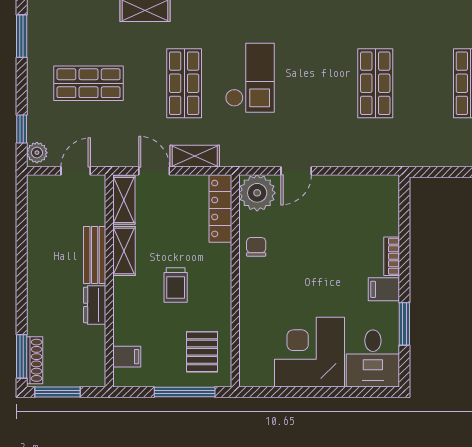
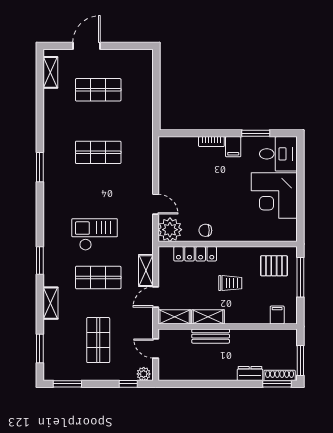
locker: (220, 208) -> (195, 254), moved
dresser: (95, 305) -> (250, 374), moved, turned 180

